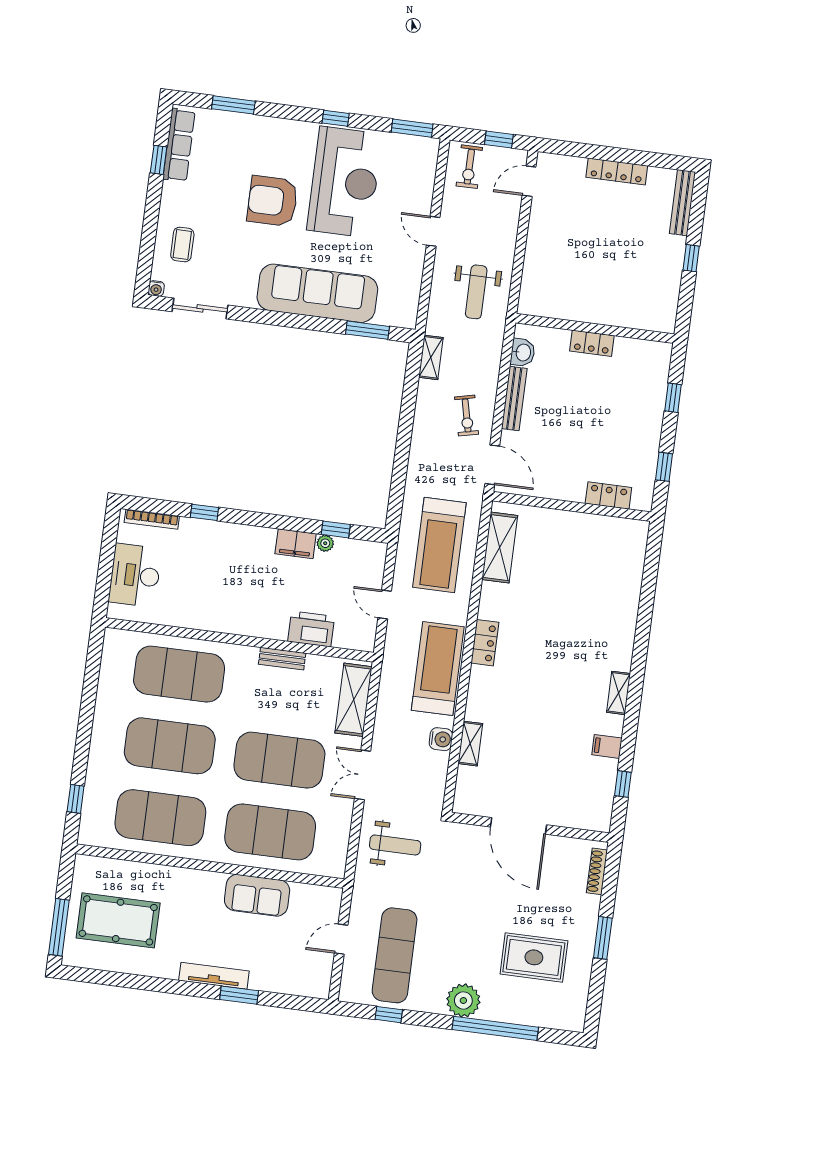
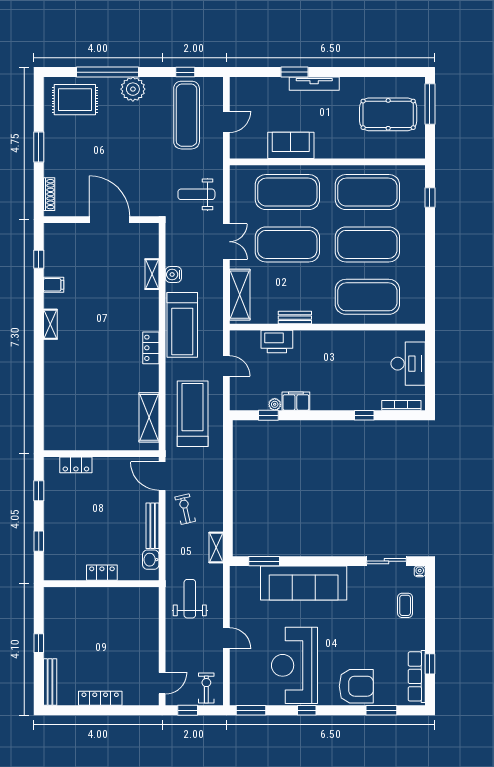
armchair: (273, 201) -> (356, 686), moved
rug: (534, 957) -> (75, 100), moved

